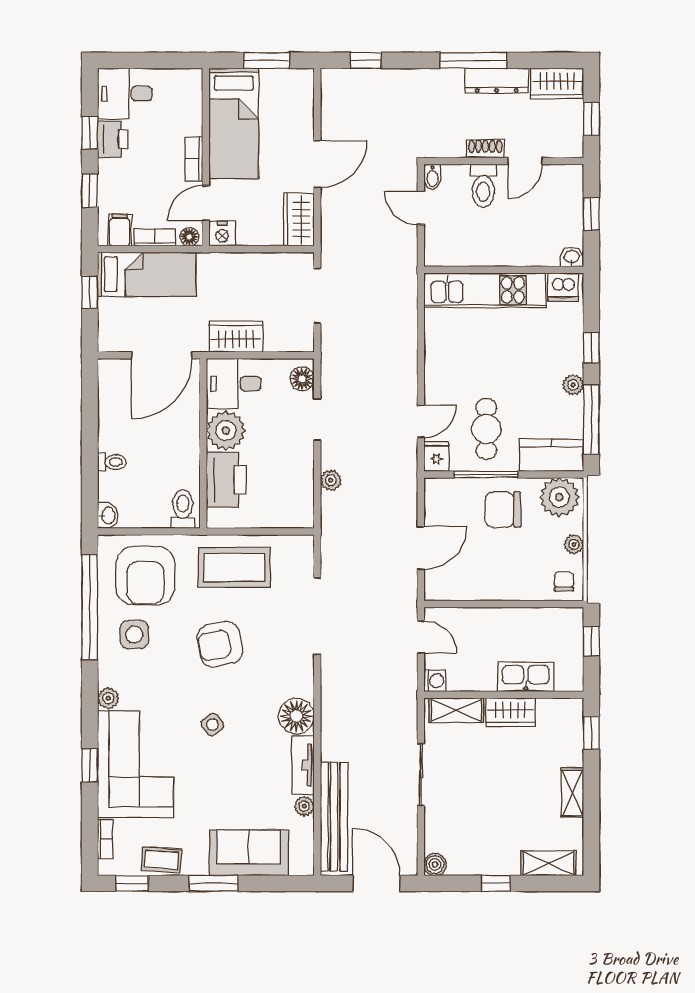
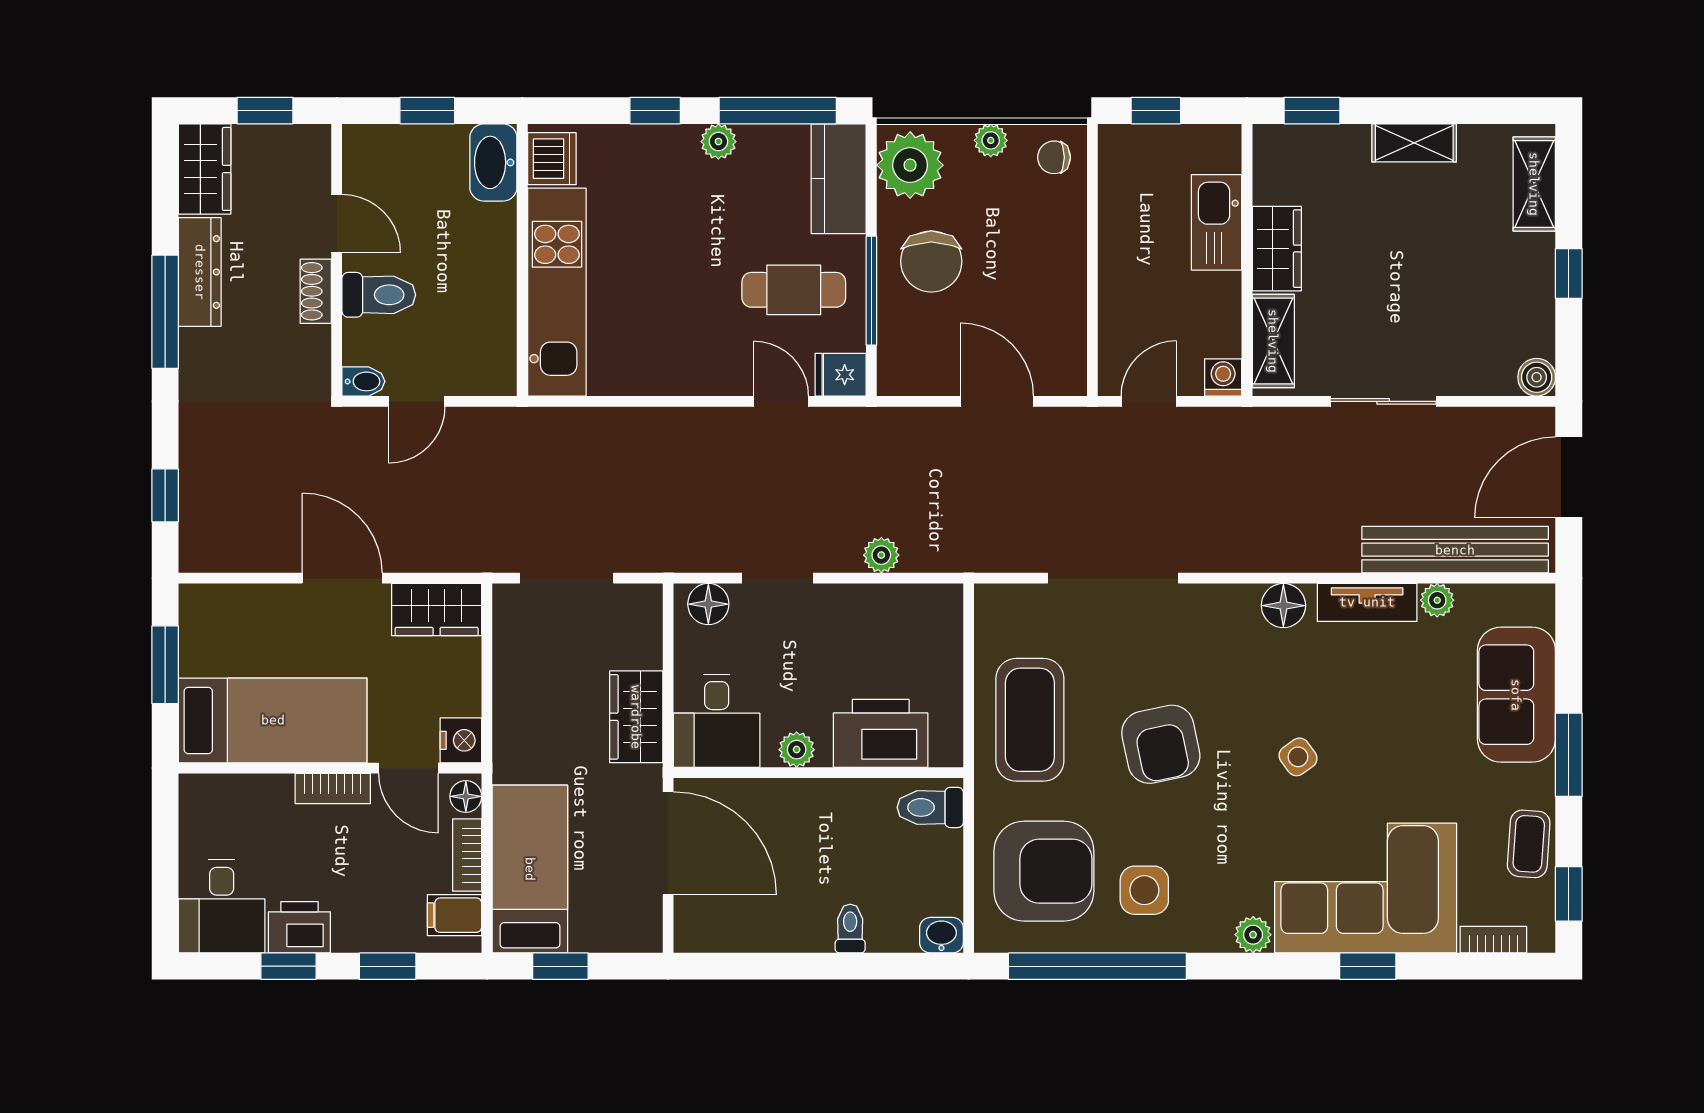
washbasin: (572, 257) -> (493, 162), width x1.91, depth x1.45
plant: (226, 431) -> (797, 750), width x0.53, depth x0.53
floor lamp: (296, 716) -> (1283, 606), width x0.73, depth x0.73

